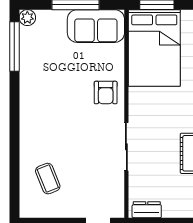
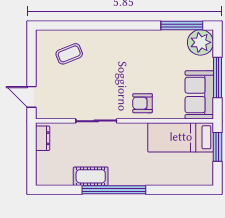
plant: (27, 18) -> (200, 42), width x1.88, depth x1.88
bed: (154, 48) -> (181, 137), width x0.67

